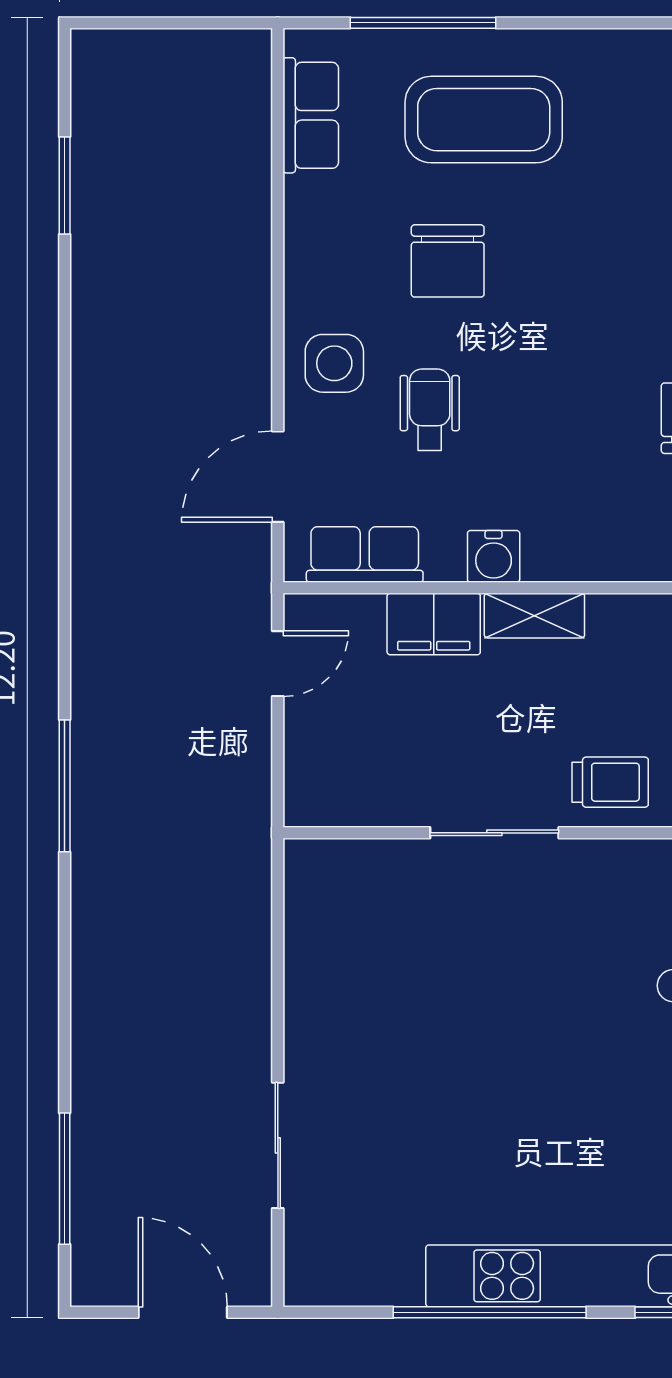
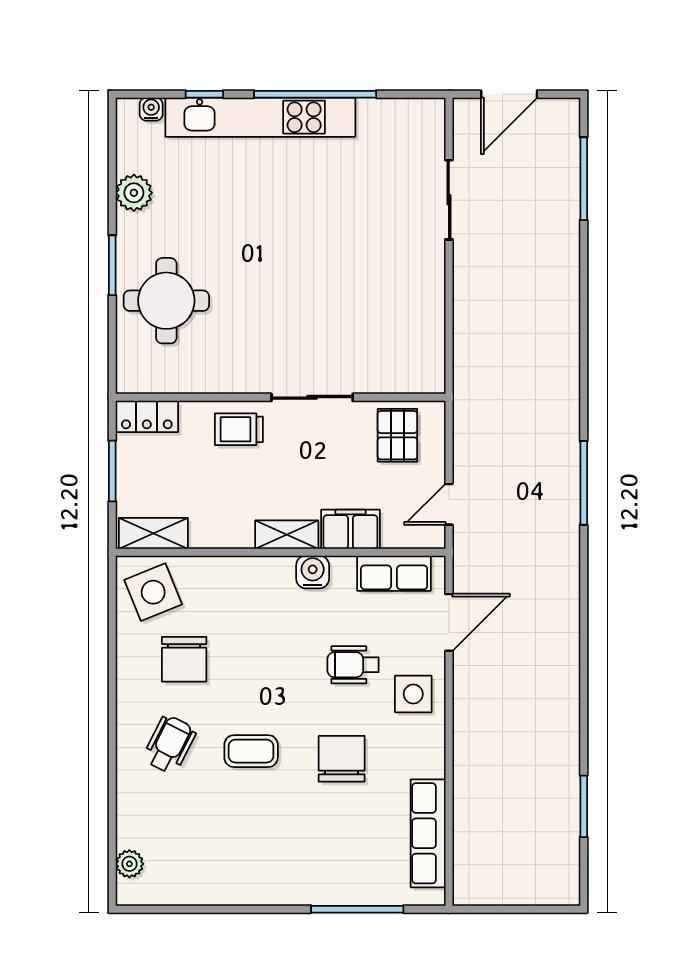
row of seats: (311, 115) -> (428, 833), width x1.48
coffee table: (484, 120) -> (251, 751), moved, width x0.54, depth x0.58
wheelchair: (430, 410) -> (353, 665), turned 90
pallet: (359, 773) -> (397, 435), added
window: (65, 786) -> (584, 483), moved
door: (183, 1312) -> (509, 94), hinge flipped

